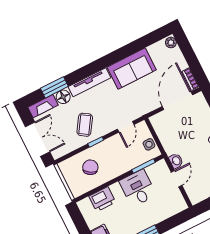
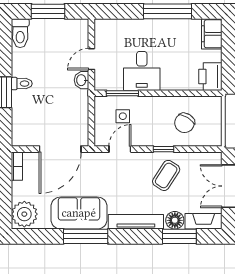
plant: (171, 43) -> (24, 214), width x1.87, depth x1.87
window: (119, 55) -> (86, 236), added
door: (177, 101) -> (60, 149), moved
side table: (149, 144) -> (123, 116), moved
printer: (102, 199) -> (210, 77), moved, turned -90

